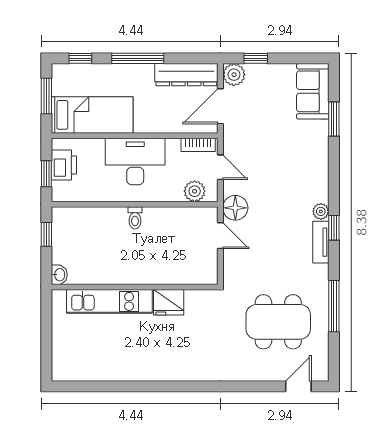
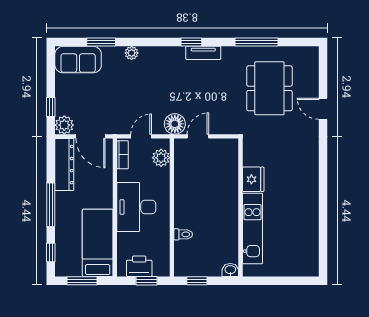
plant: (321, 211) -> (132, 53), moved
toilet: (135, 218) -> (183, 234), moved
door: (298, 386) -> (323, 109), moved

